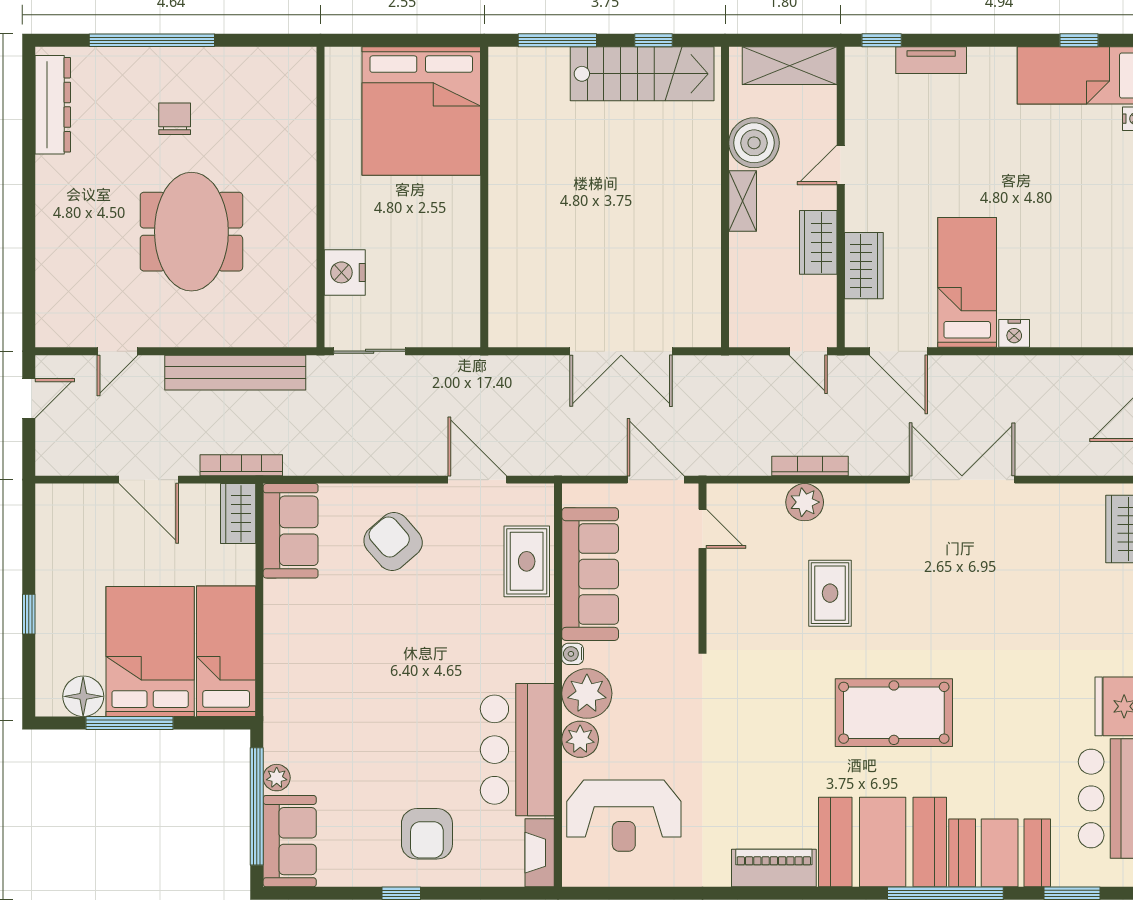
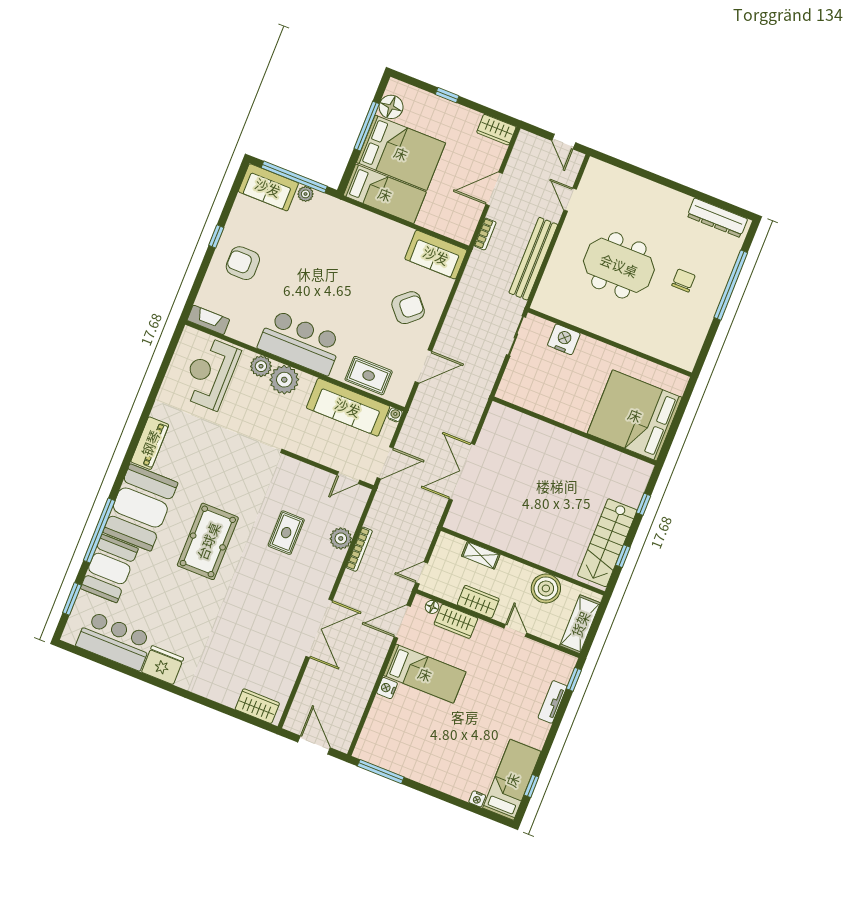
window: (557, 40) -> (644, 504), width x0.46
chair: (175, 119) -> (683, 281), turned -90
shelving: (743, 201) -> (481, 555), moved
floor lamp: (856, 313) -> (432, 607), added
bookcase: (241, 465) -> (485, 234), width x0.64
wardrobe: (238, 514) -> (496, 130), moved, turned 180
rug: (830, 593) -> (286, 533), turned 90
water cooler: (573, 654) -> (395, 415), moved
bar counter: (517, 750) -> (300, 343), moved

